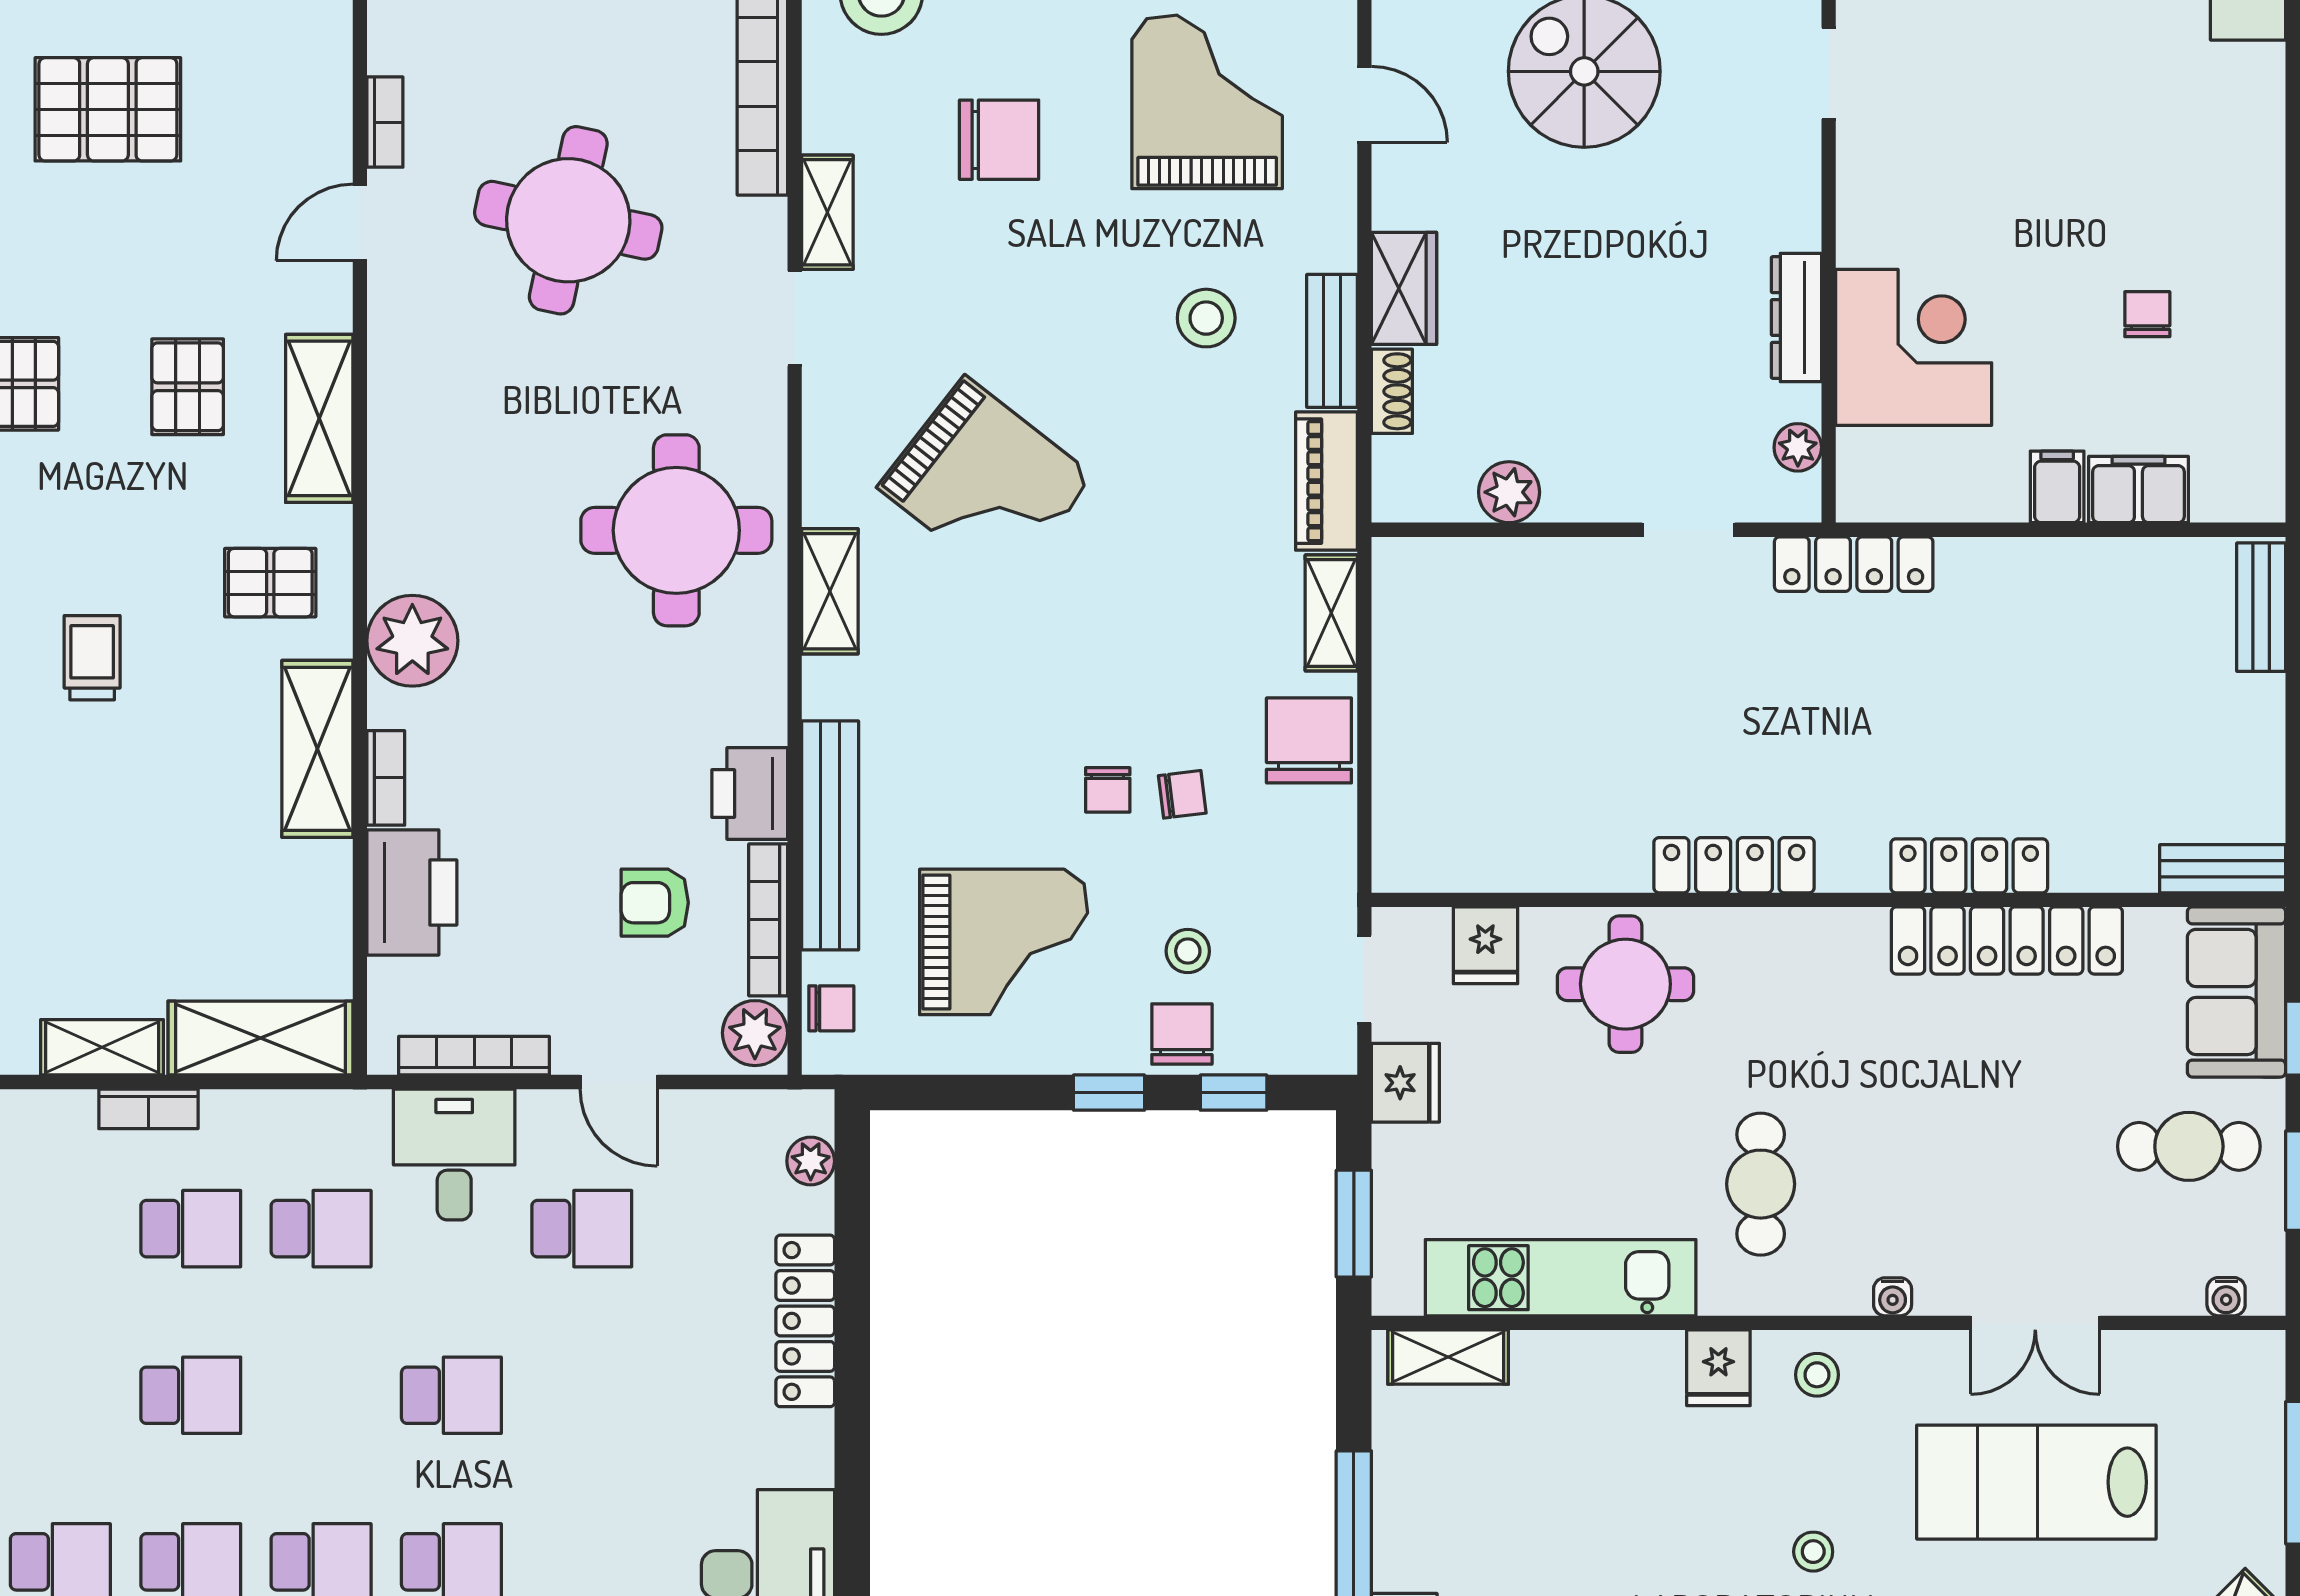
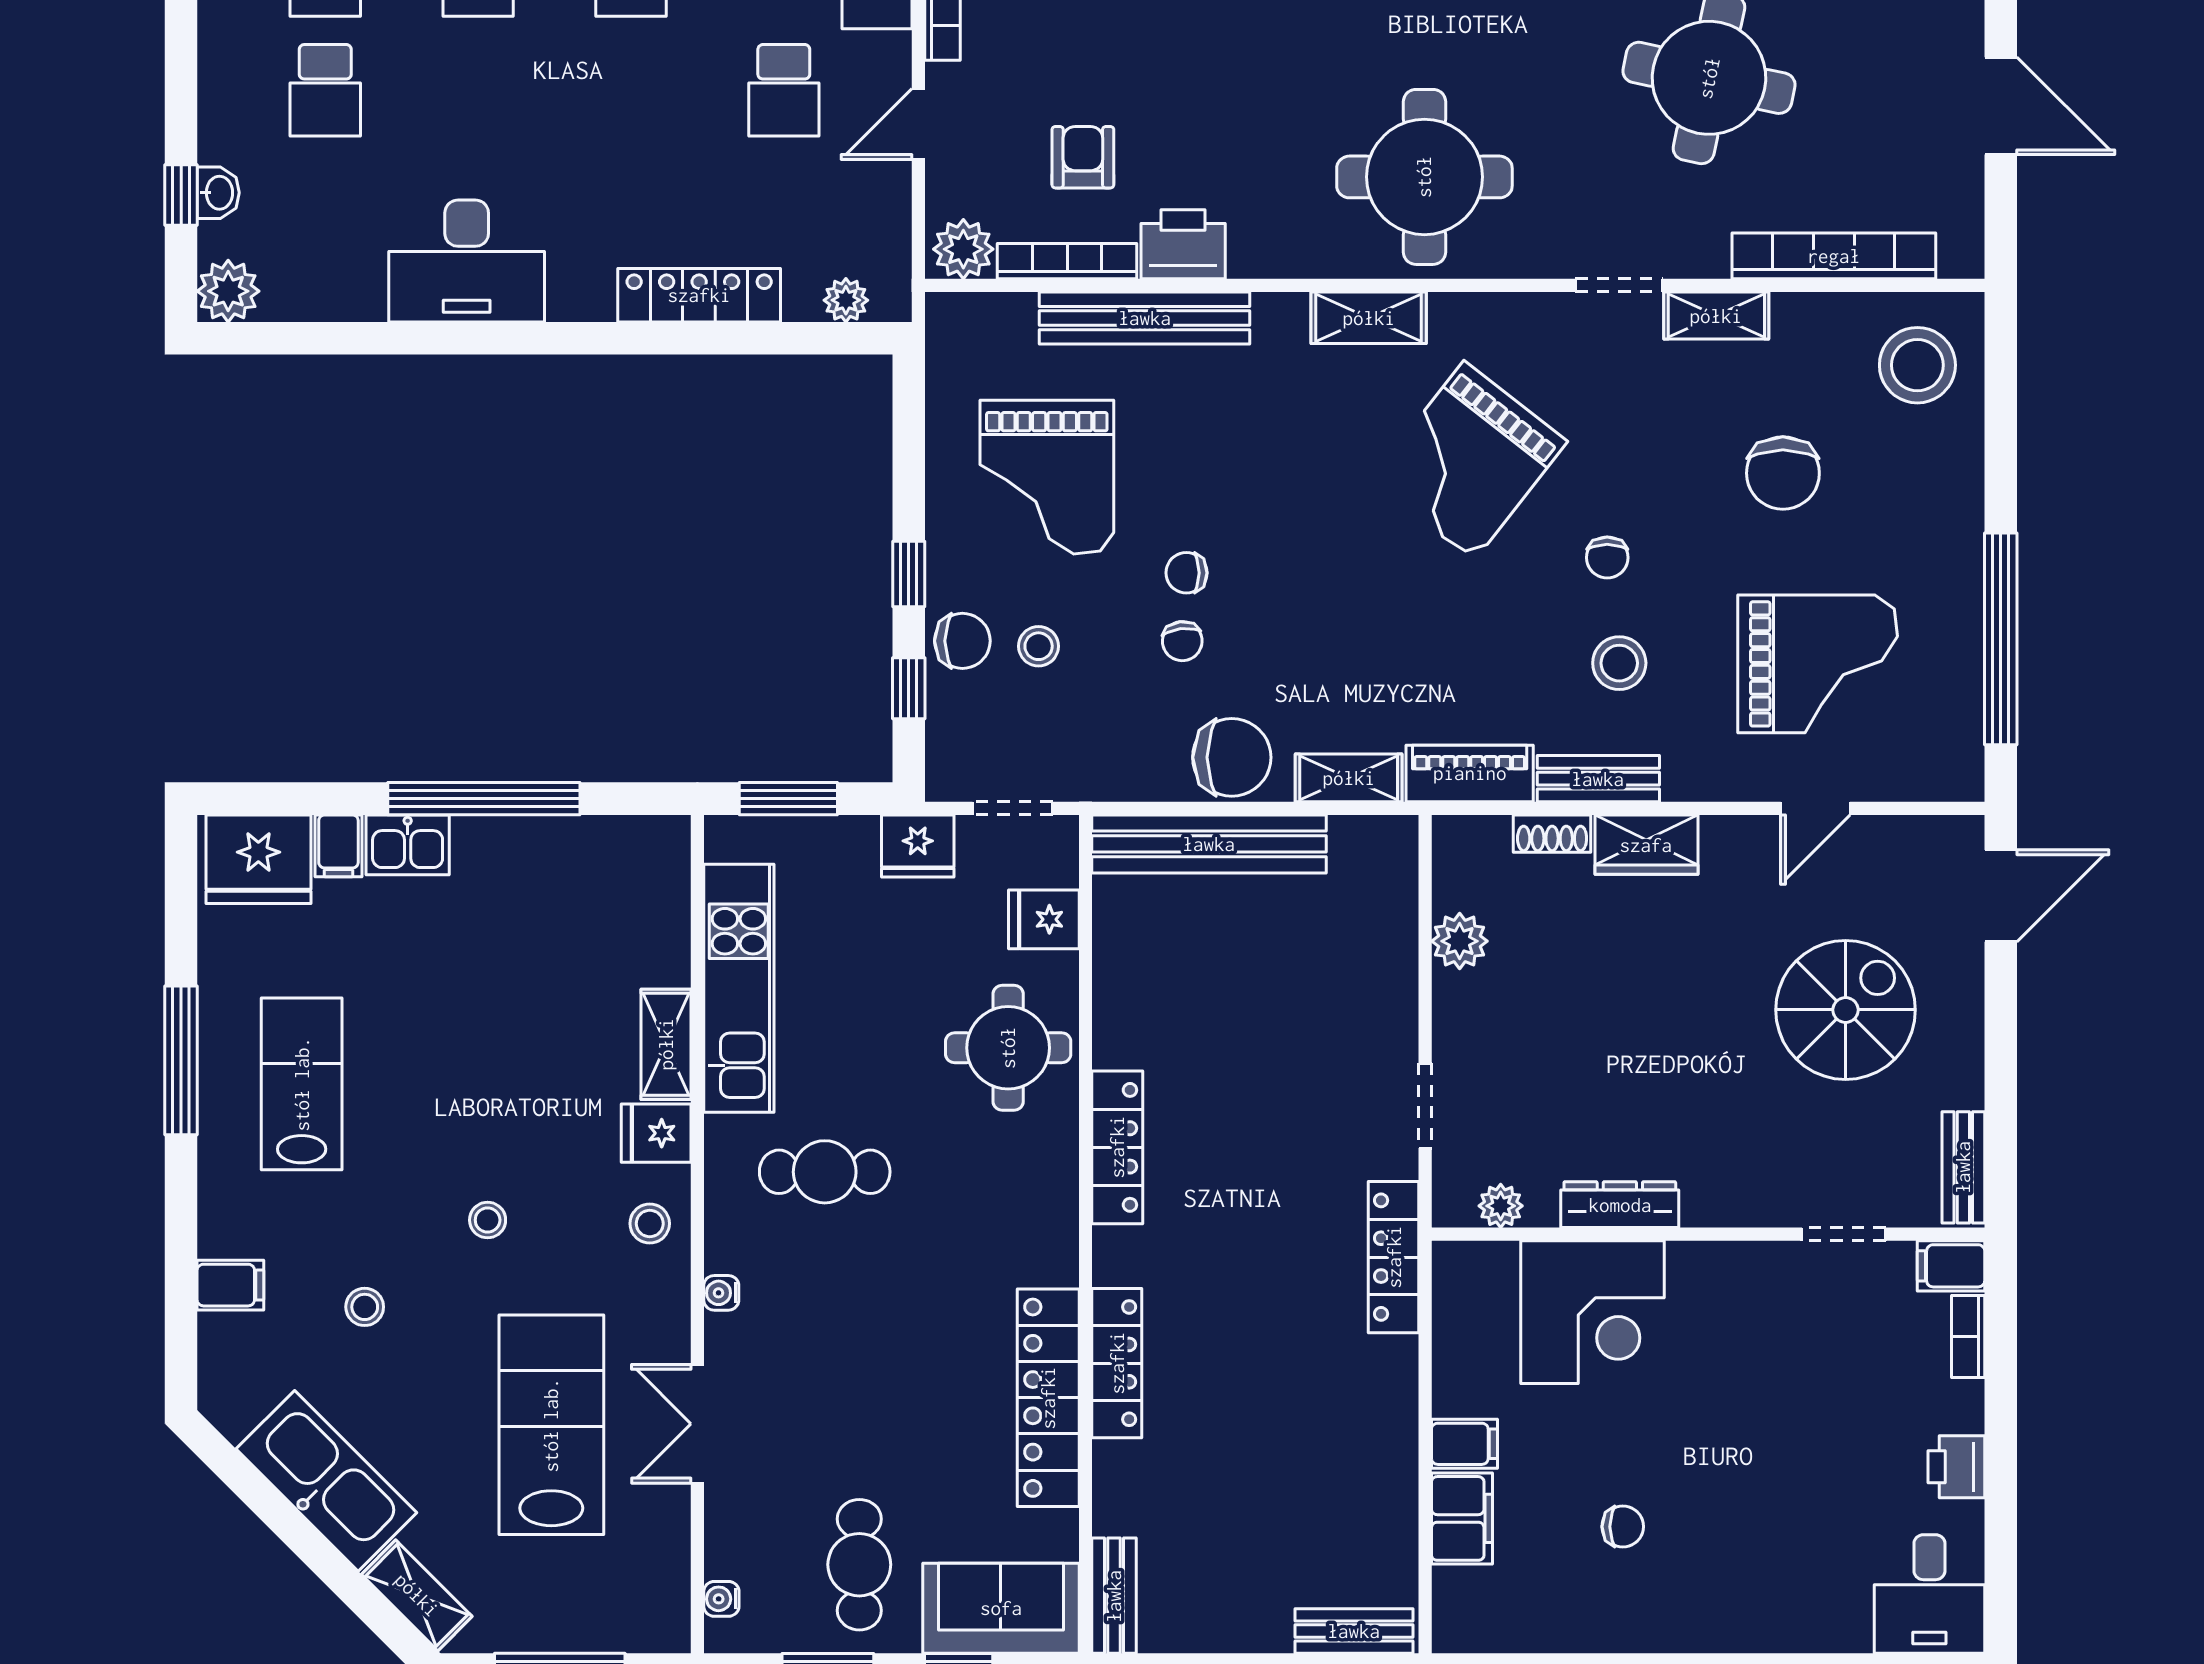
bench: (1403, 765) -> (1209, 844), added
chair: (831, 1008) -> (1607, 558), moved
shelving: (1448, 1357) -> (666, 1044), moved

